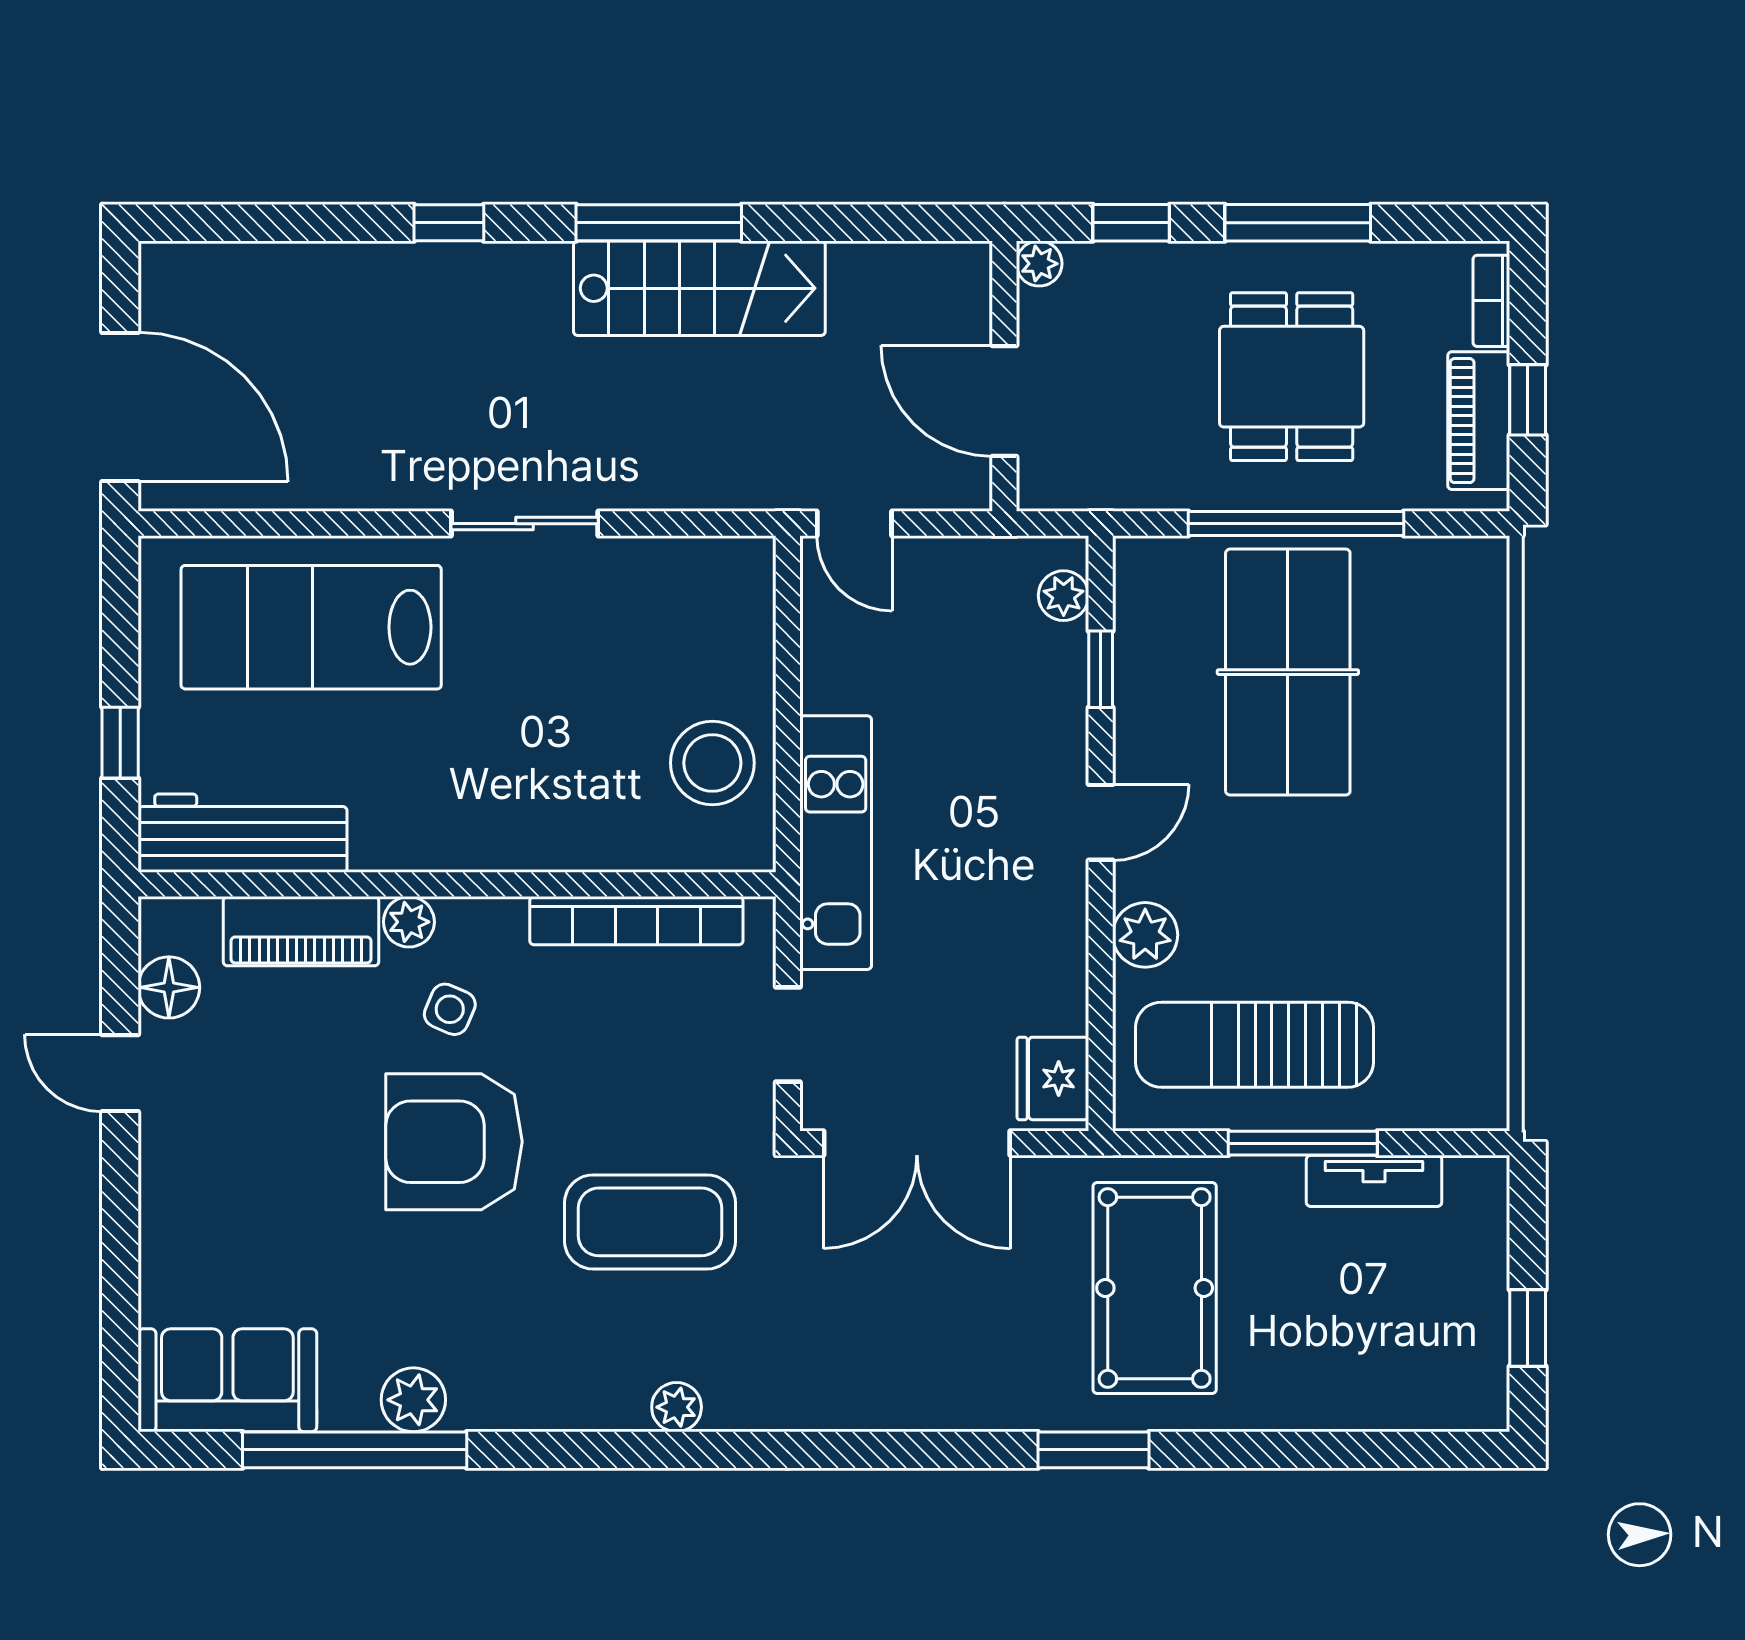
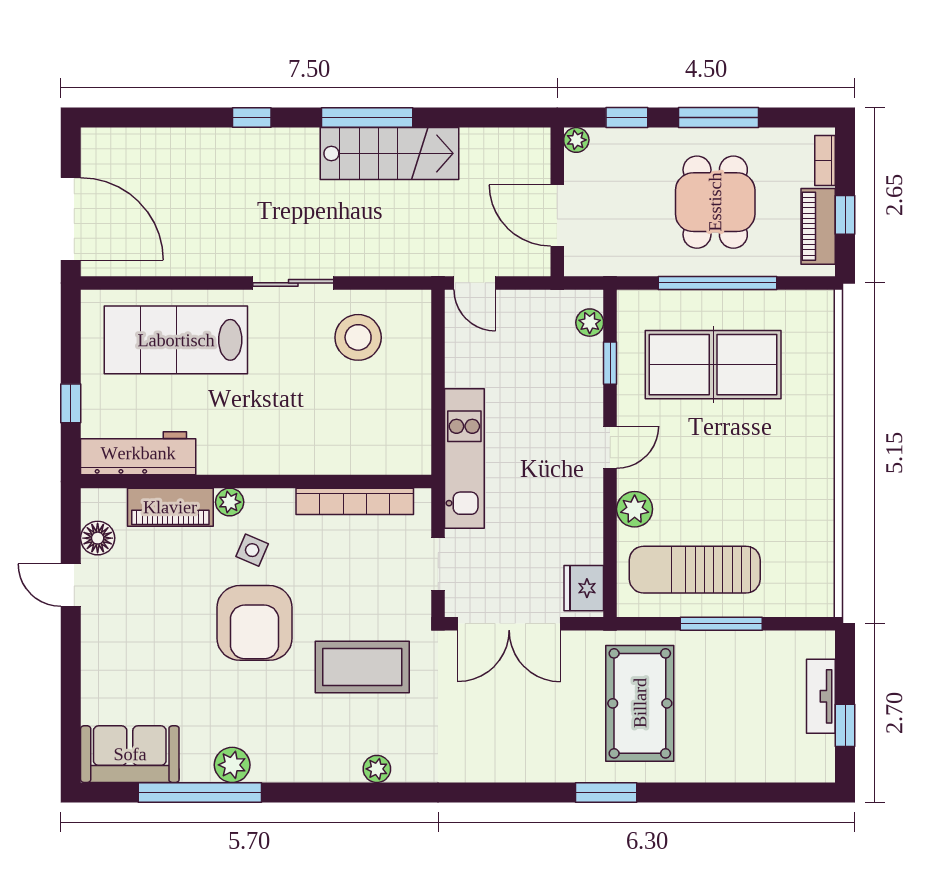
table tennis table: (1288, 672) -> (713, 365), turned 90
stool: (712, 763) -> (358, 337), moved
armchair: (454, 1142) -> (255, 623), turned -90
tv unit: (1374, 1181) -> (821, 696), moved, turned 90

